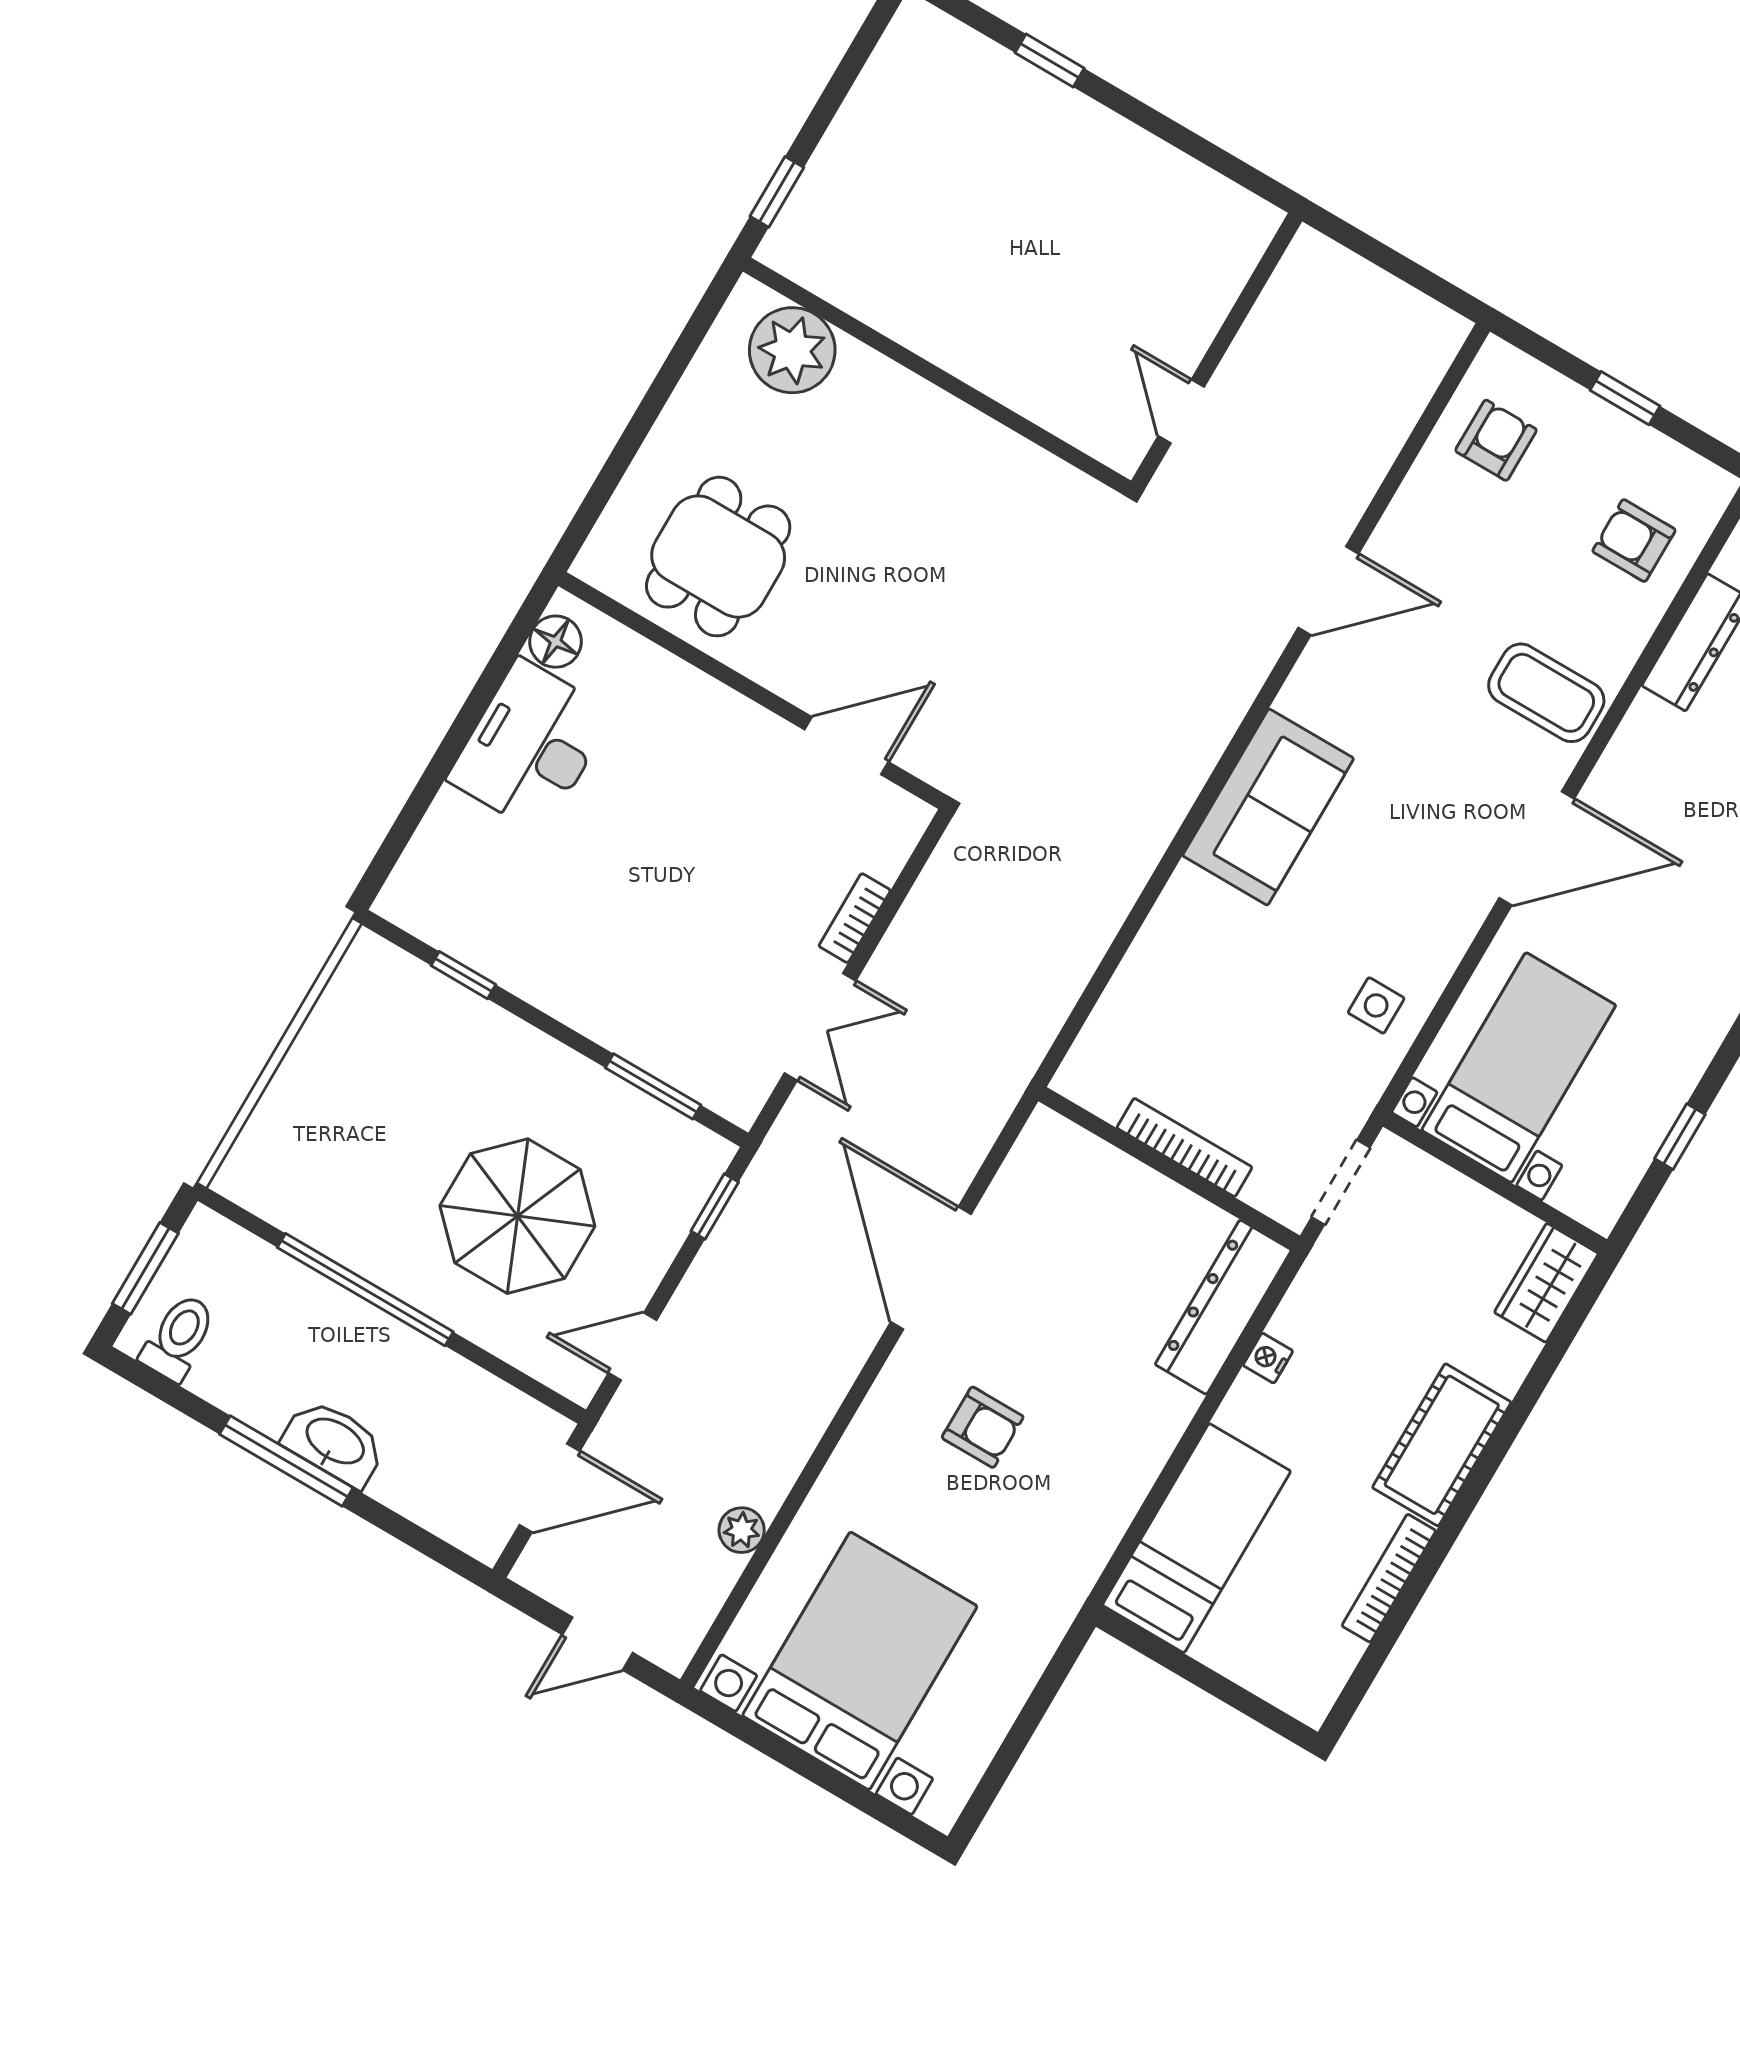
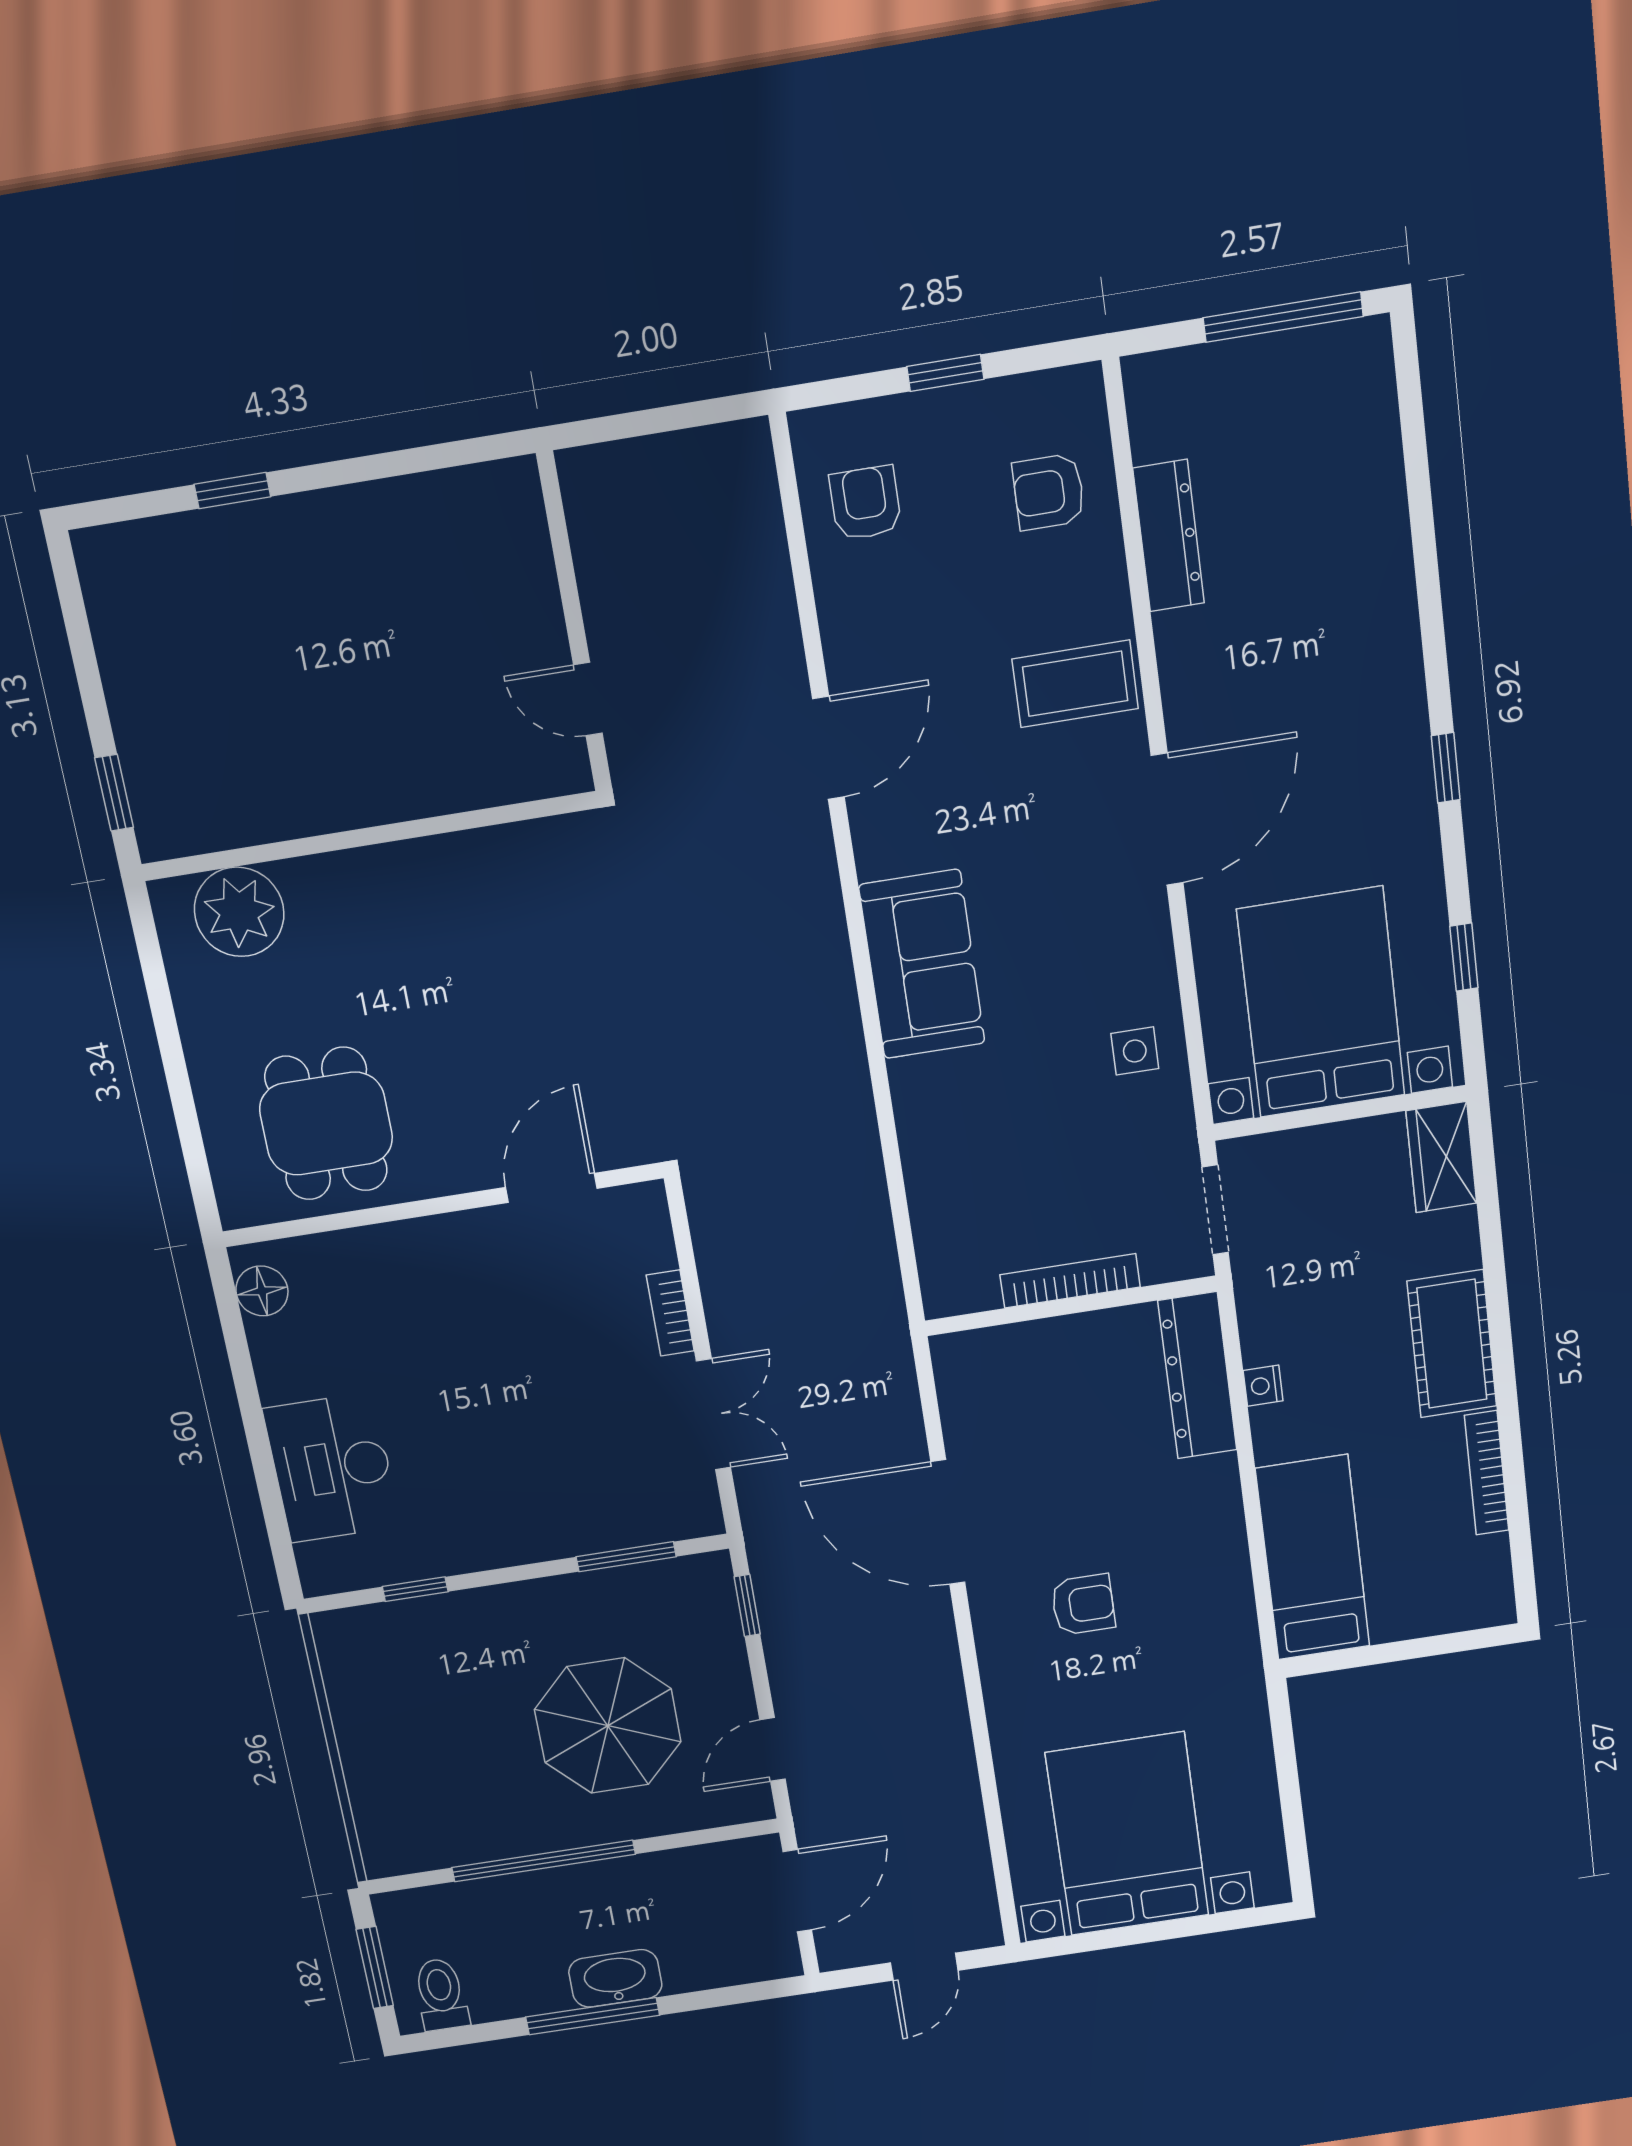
desk: (531, 746) -> (332, 1468), moved
bed with nightstands: (1519, 1068) -> (1321, 1003), width x1.36
plant: (742, 1530) -> (963, 1812), removed

